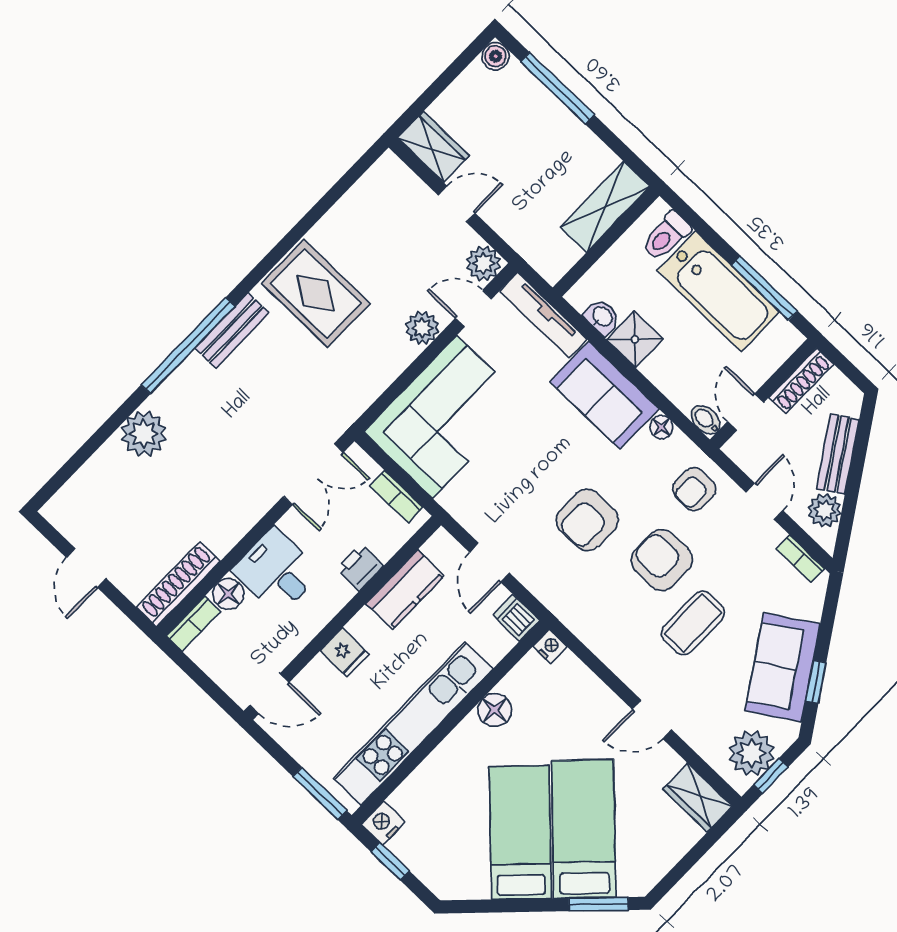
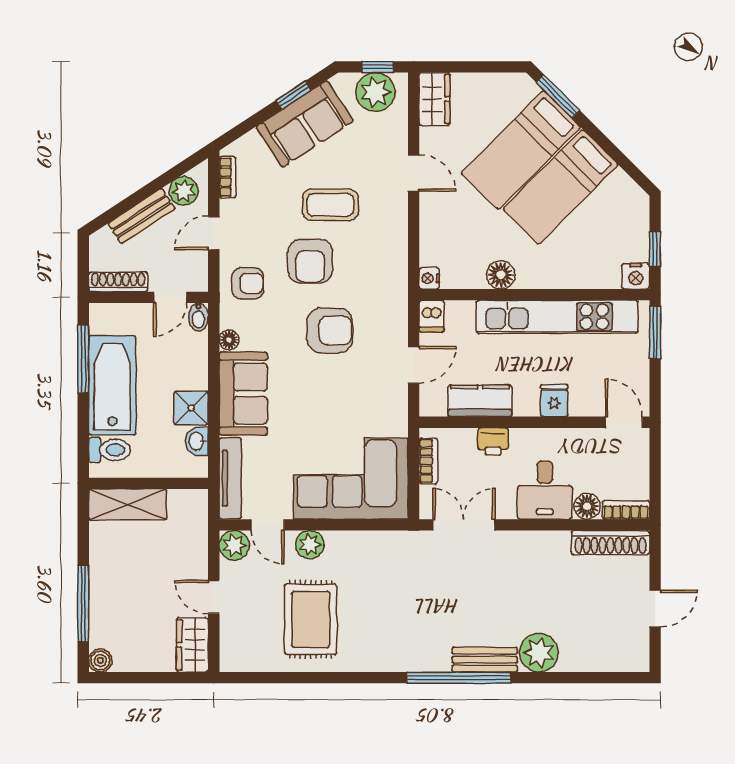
rug: (316, 293) -> (311, 619), moved
bench: (232, 331) -> (485, 660), moved

